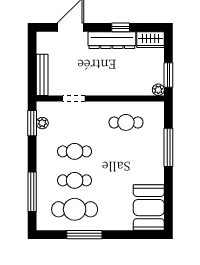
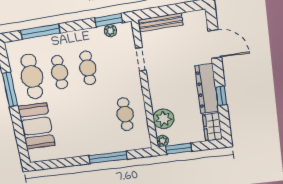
plant: (136, 86) -> (163, 119), added
booth: (149, 208) -> (36, 126), moved, turned 90

